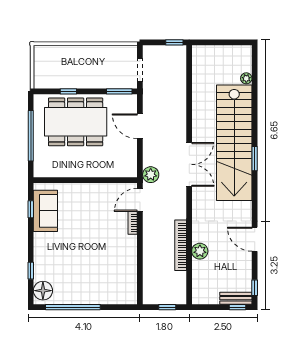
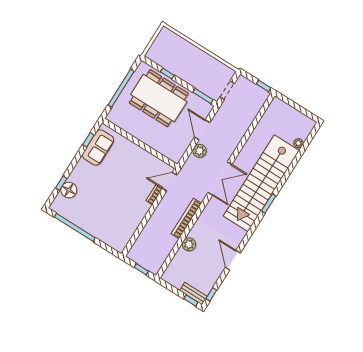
plant: (151, 175) -> (200, 151), moved
bookcase: (181, 245) -> (186, 219), moved
floor lamp: (43, 291) -> (69, 190), moved

